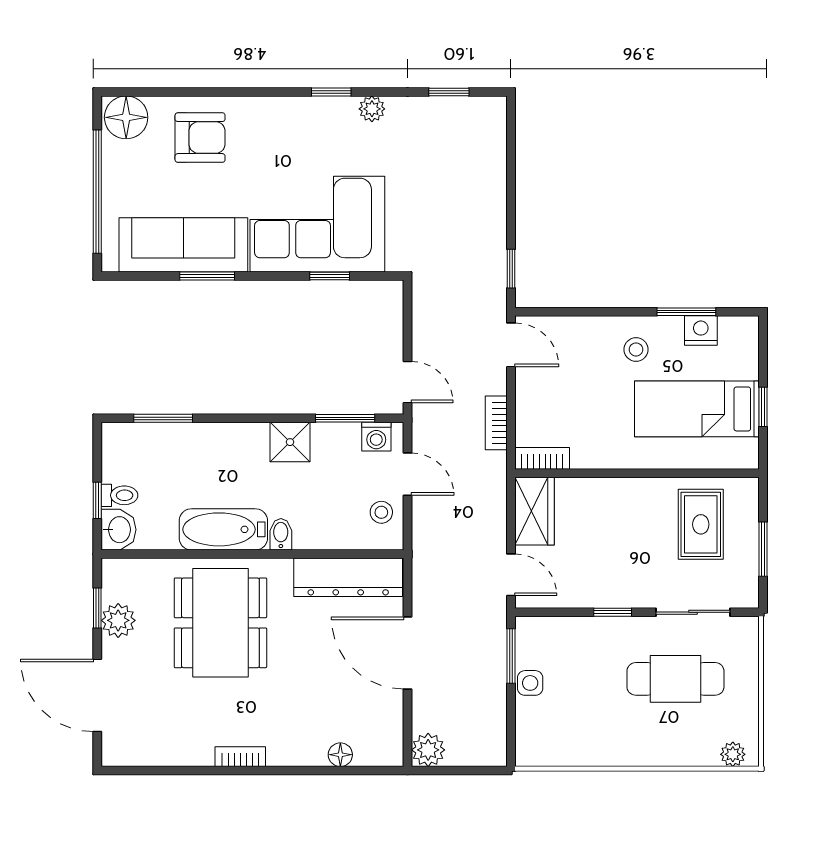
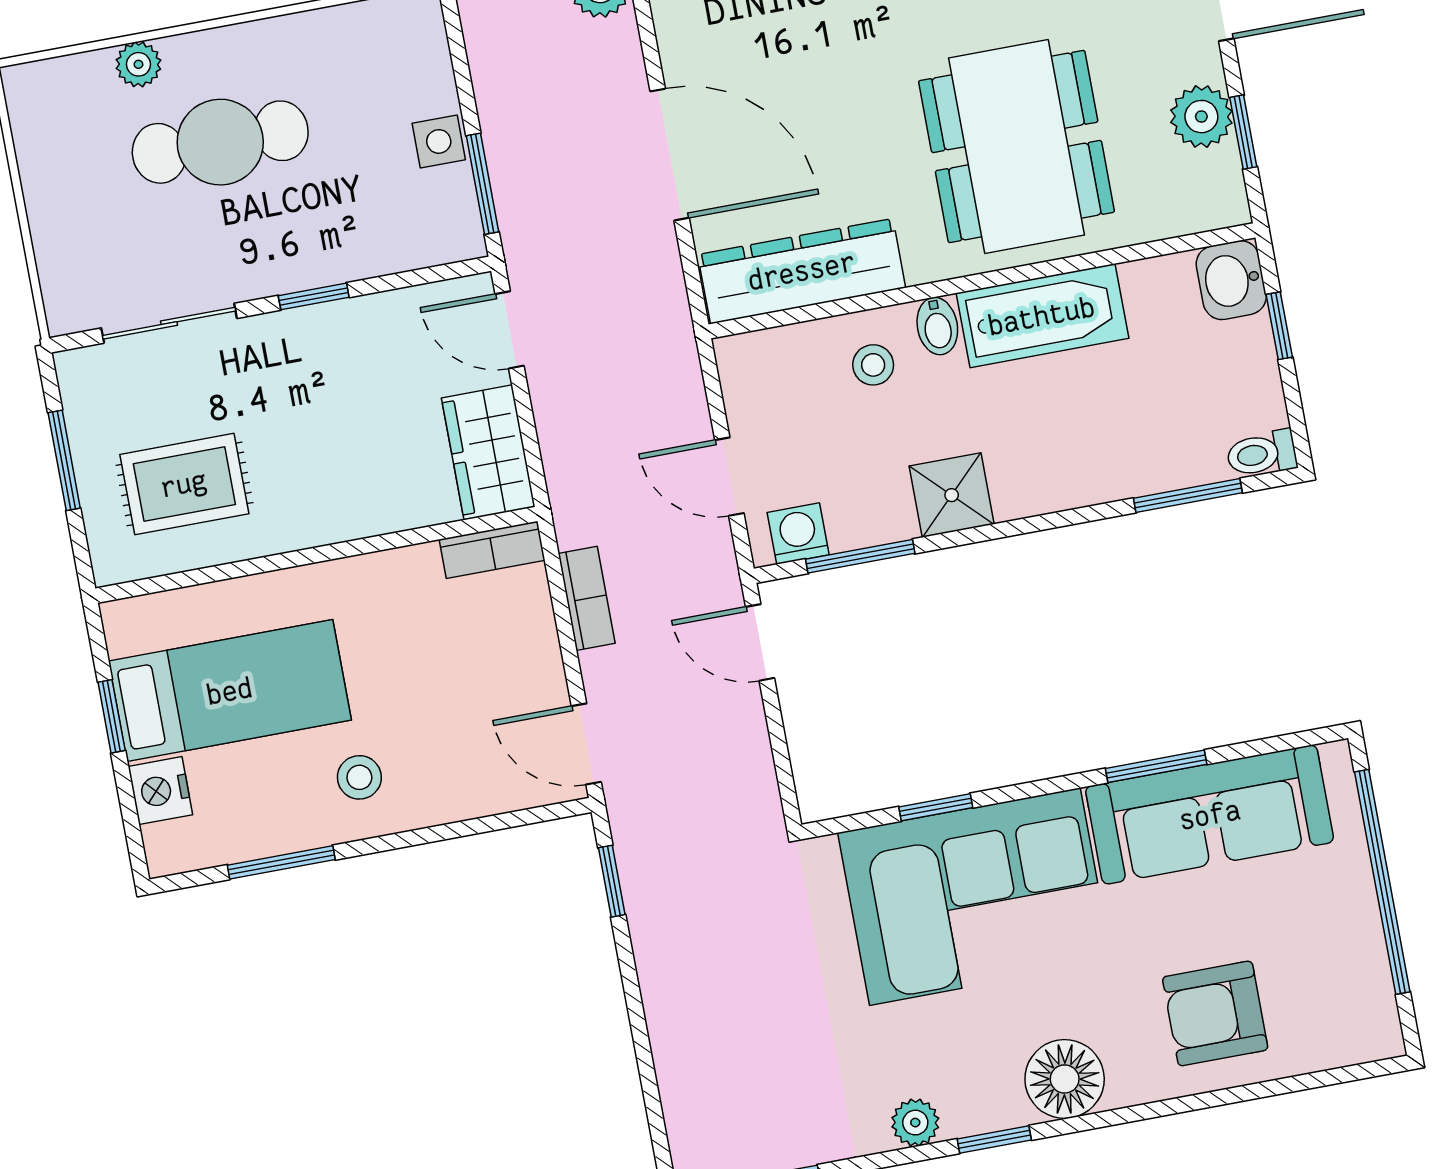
floor lamp: (126, 117) -> (1065, 1079), moved
nightstand: (701, 330) -> (160, 791), moved, turned 90
toilet: (119, 495) -> (1262, 454), moved
stool: (381, 512) -> (873, 365), moved
rug: (701, 524) -> (184, 484), turned 90
cafe table: (675, 679) -> (220, 142), moved
plant: (733, 754) -> (138, 64), moved

